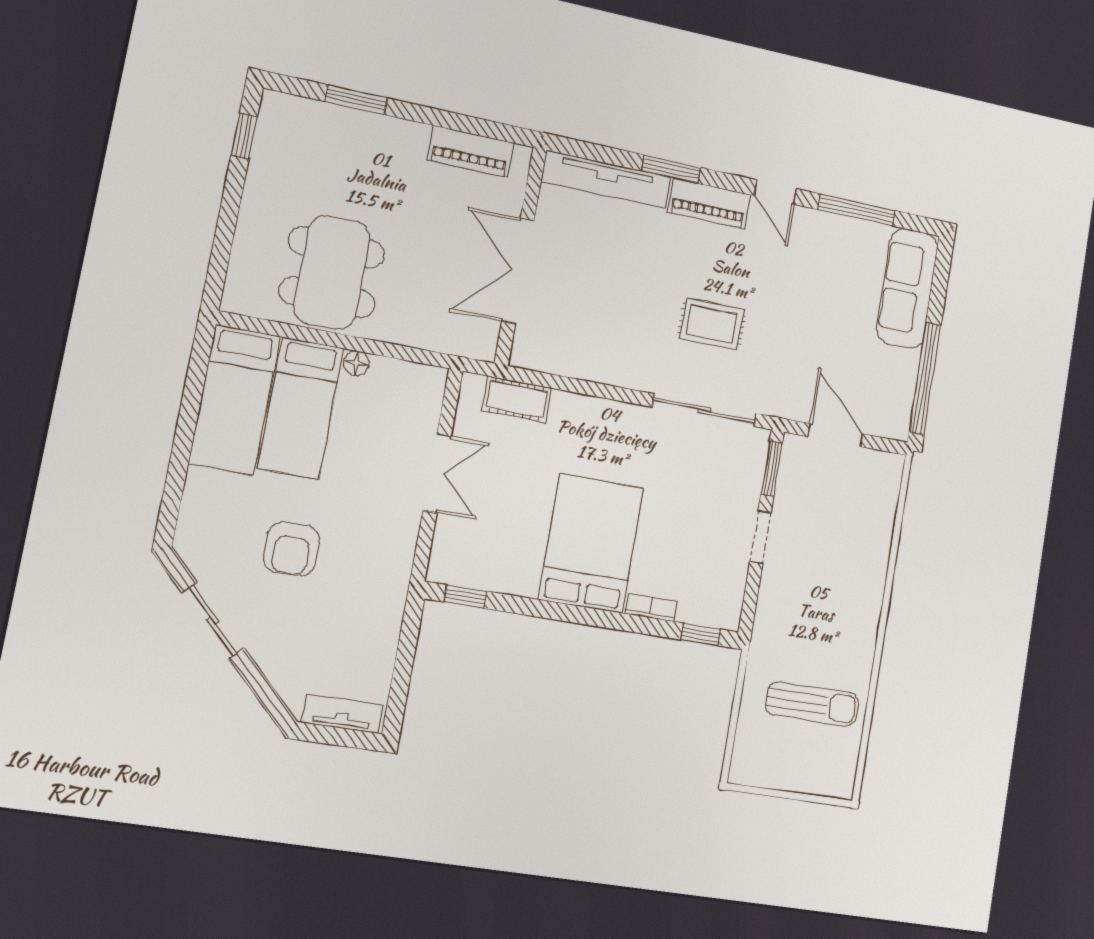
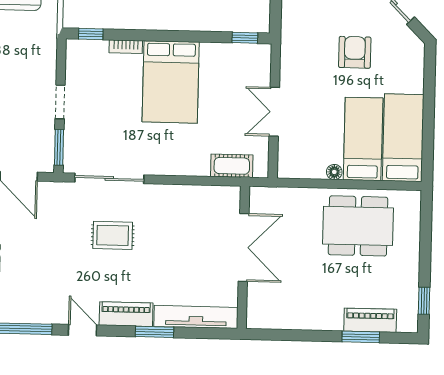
piano: (470, 151) -> (370, 320), moved
dining table: (332, 272) -> (358, 226), turned 90

